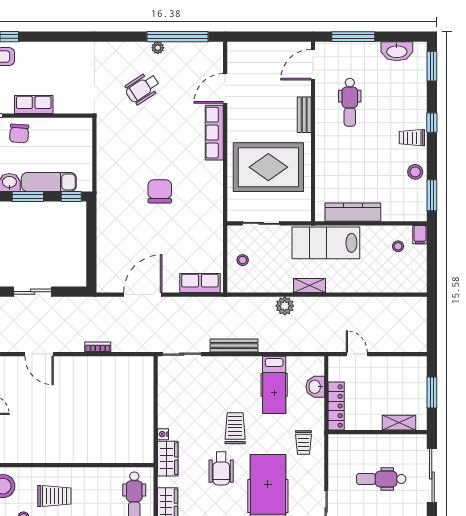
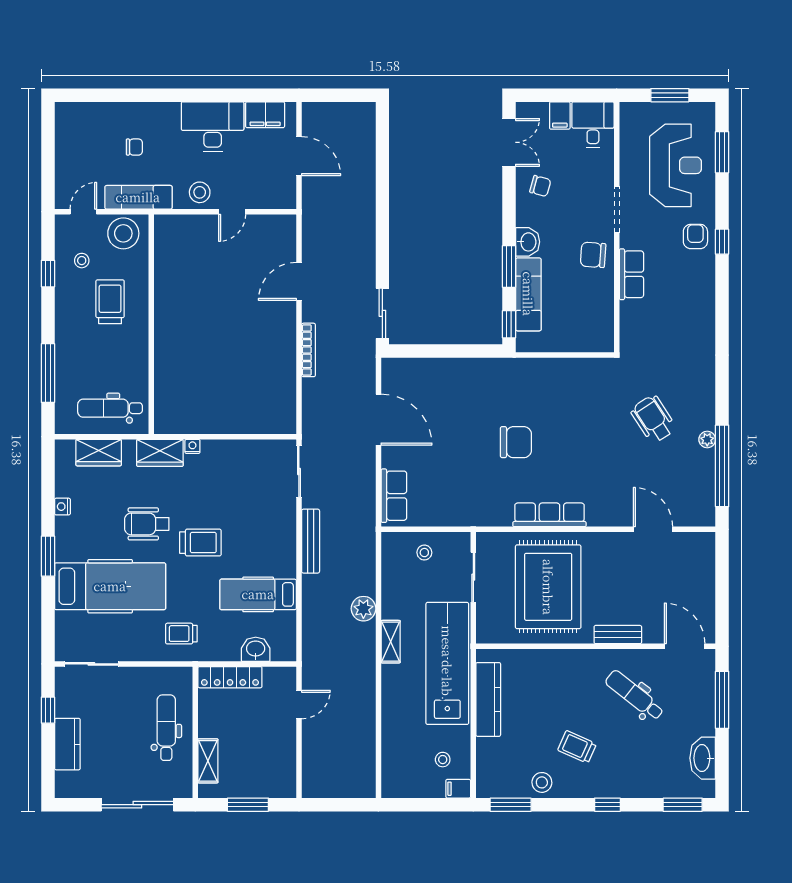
dental chair: (350, 102) -> (635, 695), turned 38
row of seats: (214, 133) -> (549, 515), moved
trolley: (412, 138) -> (577, 747), moved, turned -66
lab bench: (326, 243) -> (447, 663), width x1.36
sliding door: (33, 292) -> (382, 313), moved
bookcase: (98, 347) -> (308, 350), width x1.56
dental chair: (381, 479) -> (166, 728), moved
trolley: (54, 496) -> (110, 302), turned 180

